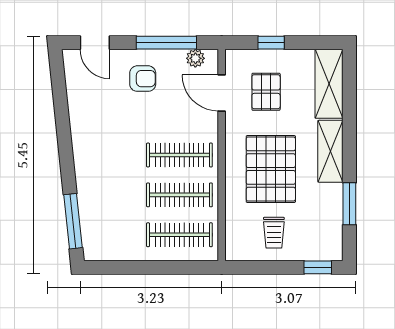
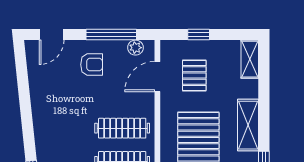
door: (95, 43) -> (52, 34), hinge flipped
shelving: (329, 84) -> (250, 59), width x0.67, depth x0.75
door: (222, 93) -> (157, 77), hinge flipped

